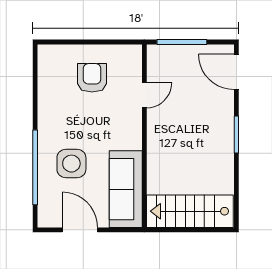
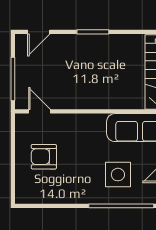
door: (236, 72) -> (39, 32), width x0.73
door: (144, 95) -> (39, 111), moved

